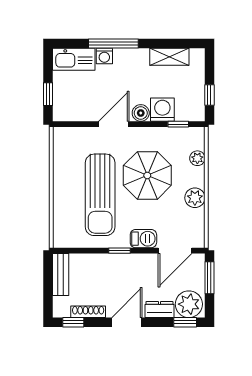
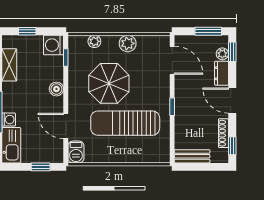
window: (209, 95) -> (27, 31), moved
washing machine: (162, 110) -> (54, 45), moved
door: (114, 124) -> (66, 126), moved
sun lounger: (100, 195) -> (125, 123), turned 180
barbecue: (143, 239) -> (76, 152), moved, turned 180
window: (209, 278) -> (208, 31), moved
plant: (189, 304) -> (222, 54), width x0.53, depth x0.53

